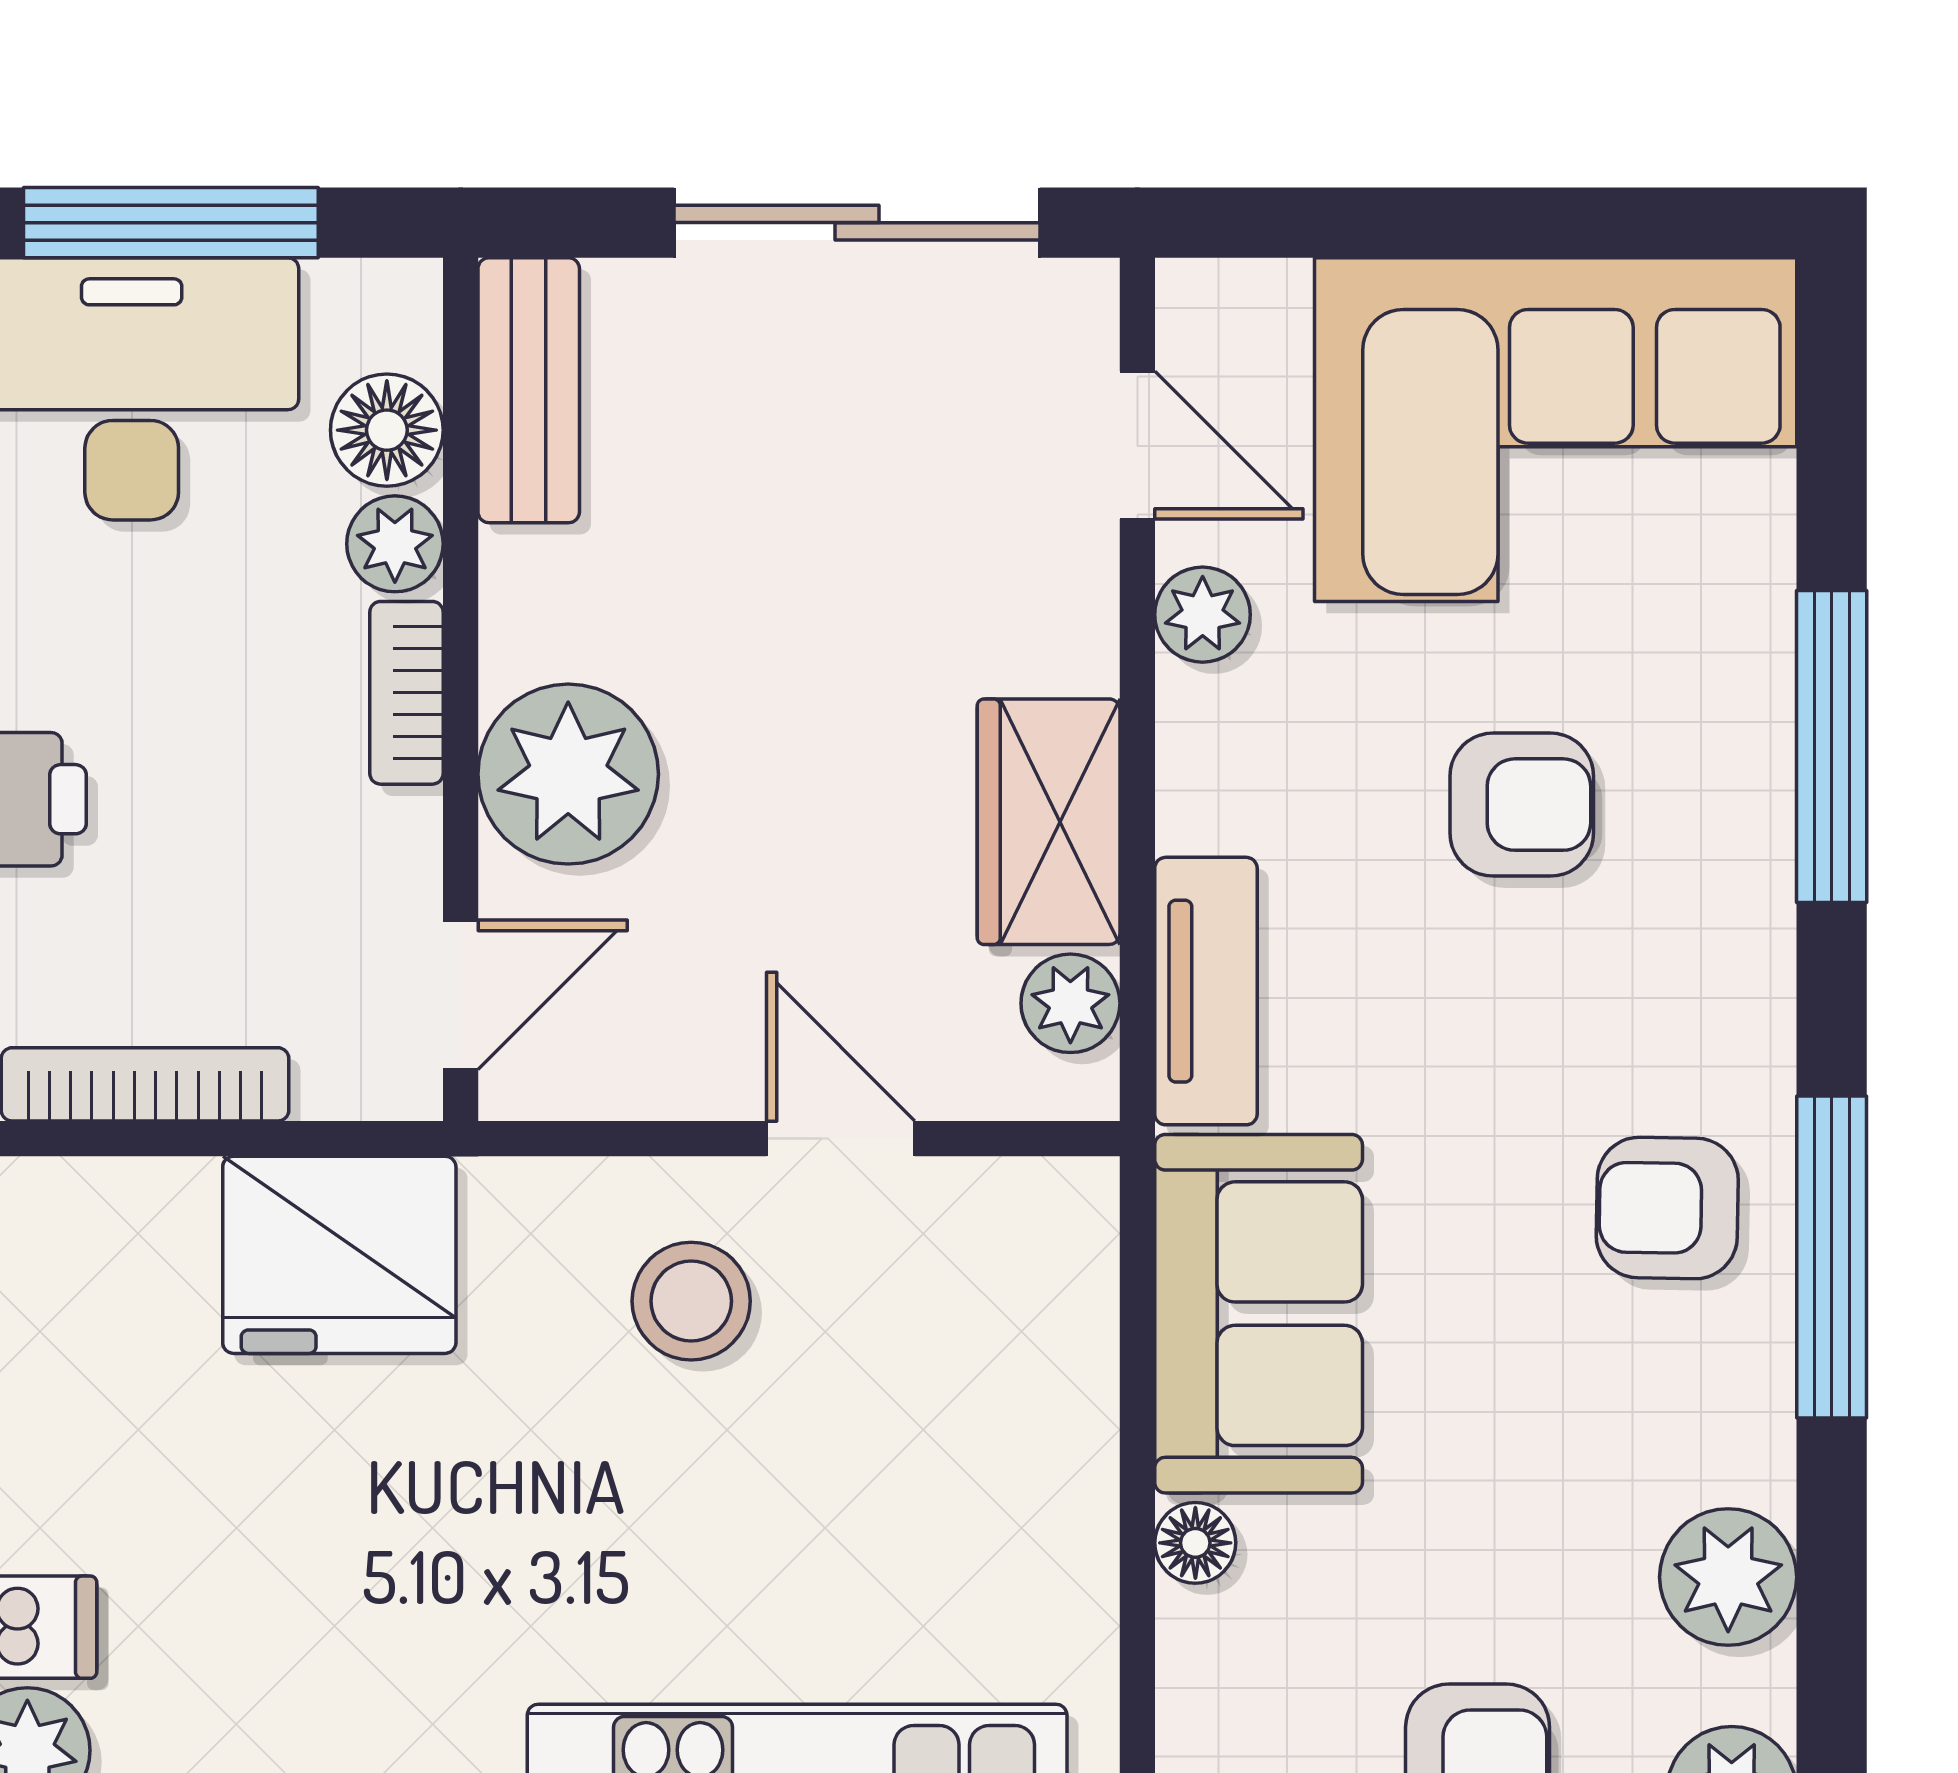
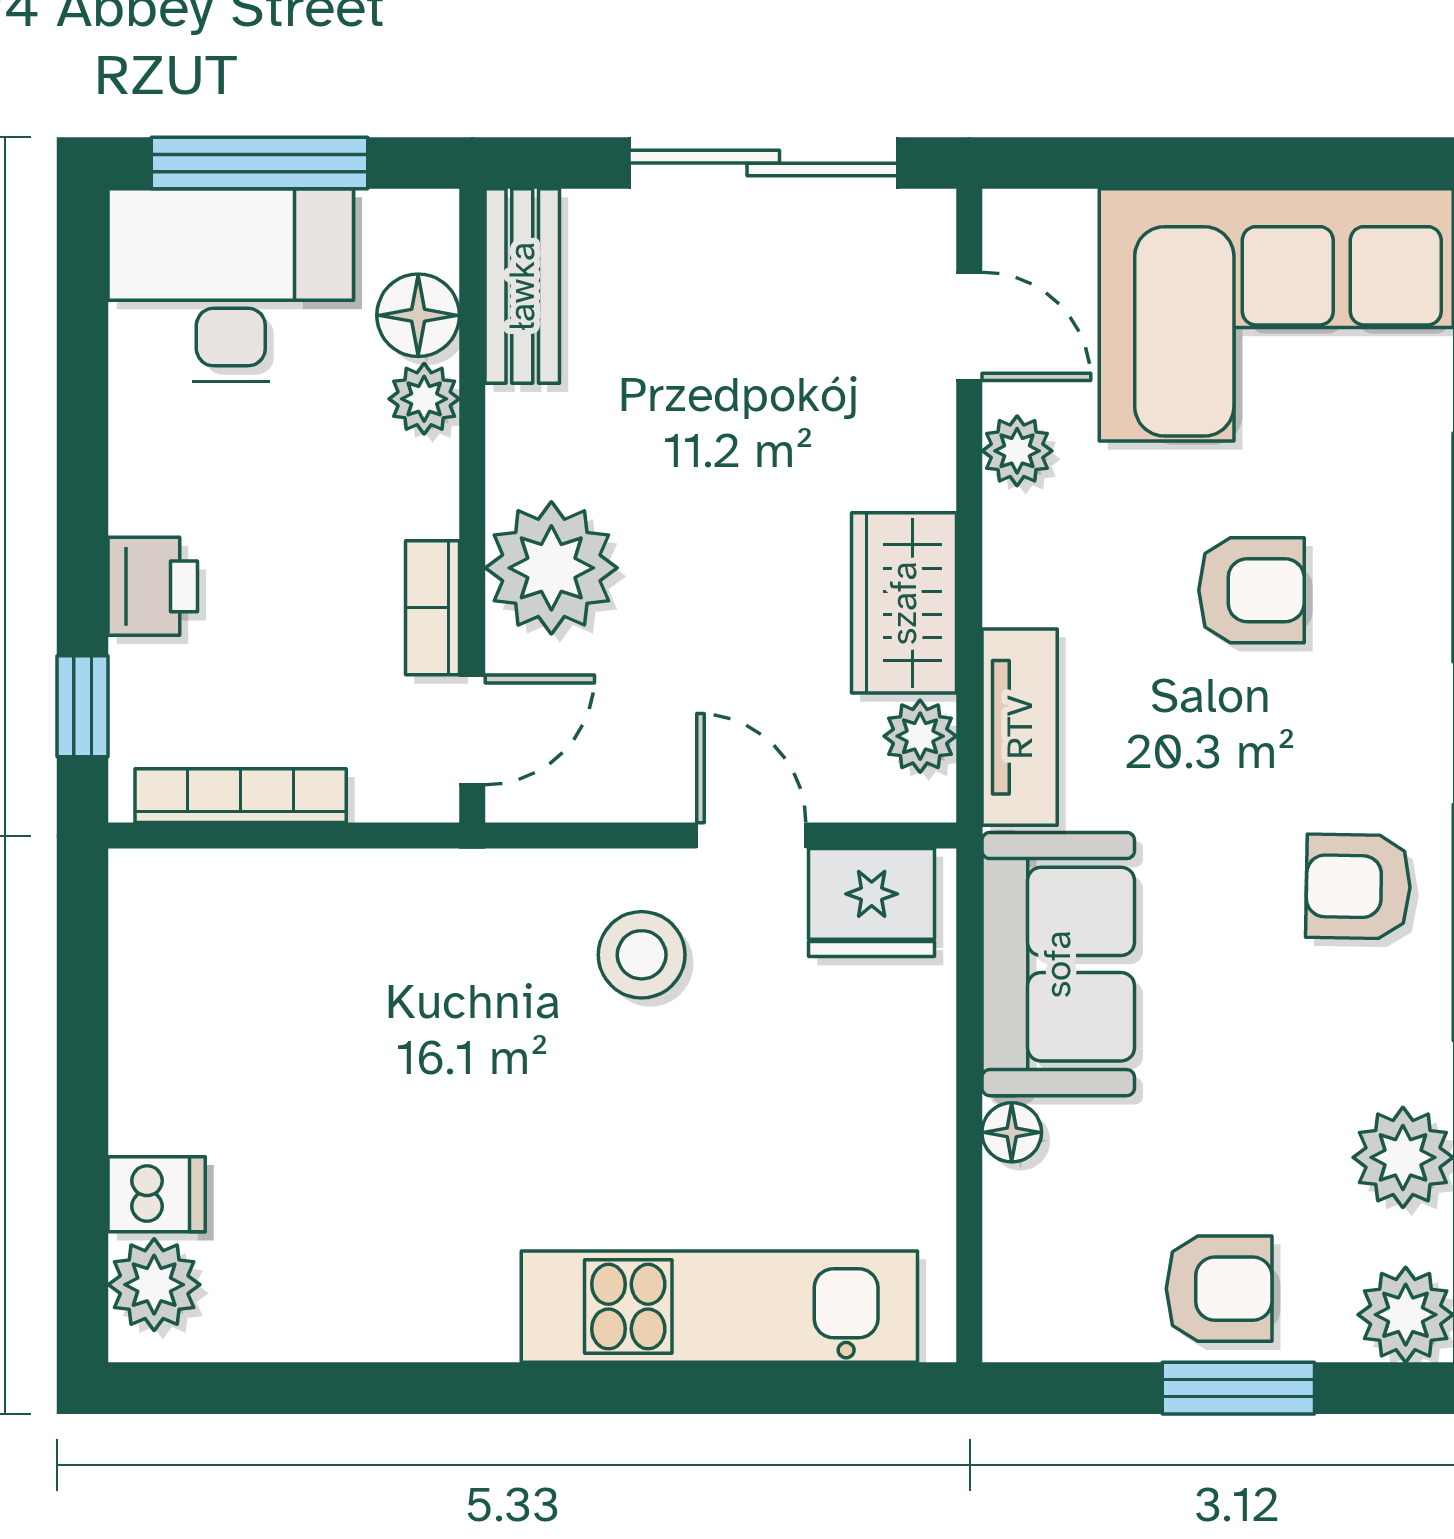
bookcase: (406, 693) -> (433, 608), moved
fridge: (339, 1255) -> (872, 902), moved, width x0.73, depth x0.75

